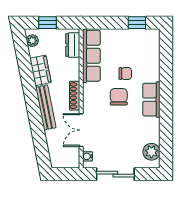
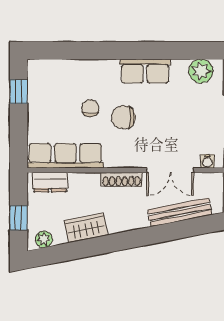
row of seats: (151, 100) -> (145, 71), moved
bench: (46, 107) -> (180, 212), moved

